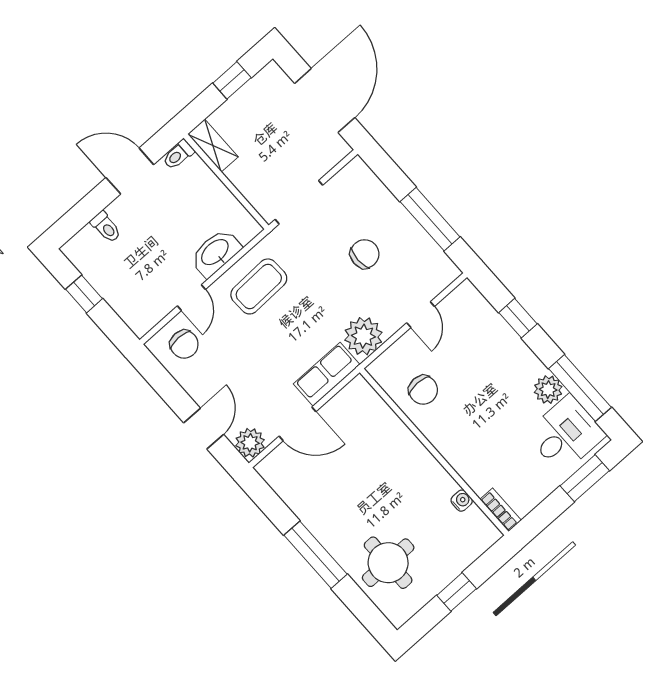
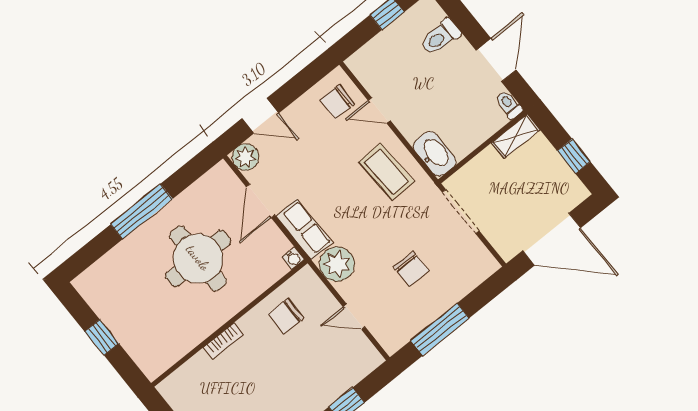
toilet: (106, 227) -> (440, 37), width x1.37, depth x1.39
washbasin: (215, 253) -> (435, 154), moved
water cooler: (462, 501) -> (293, 258), moved
bookcase: (501, 510) -> (224, 341), moved
round table: (388, 563) -> (198, 258), moved, width x1.36, depth x1.36

